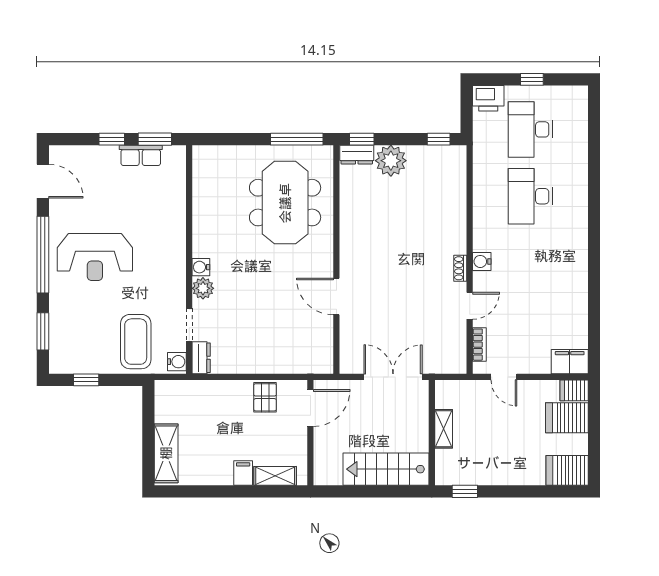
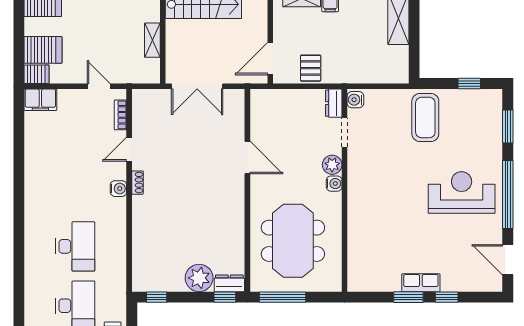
wall: (189, 259) -> (344, 190), moved
water cooler: (201, 267) -> (334, 184), moved
plant: (203, 288) -> (332, 165), moved
doorway: (189, 325) -> (344, 132), moved
dresser: (201, 358) -> (334, 103), moved
water cooler: (177, 362) -> (355, 100), moved

